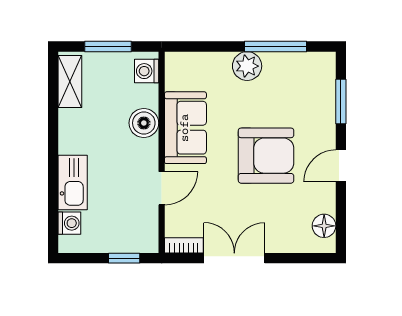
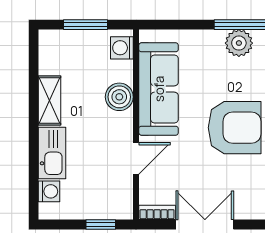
plant: (247, 66) -> (239, 43), moved
shelving: (70, 81) -> (50, 101), moved
sofa: (185, 128) -> (159, 89), width x1.36

